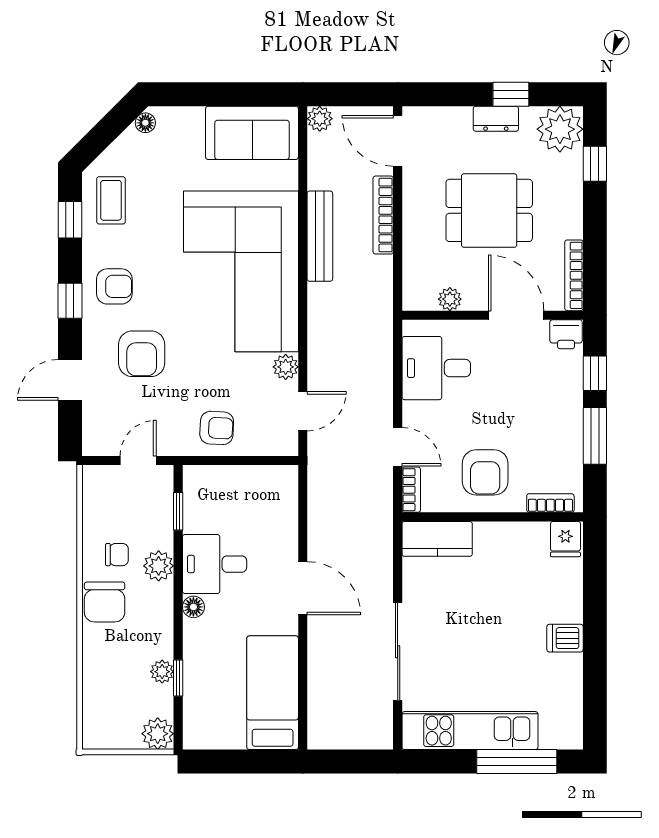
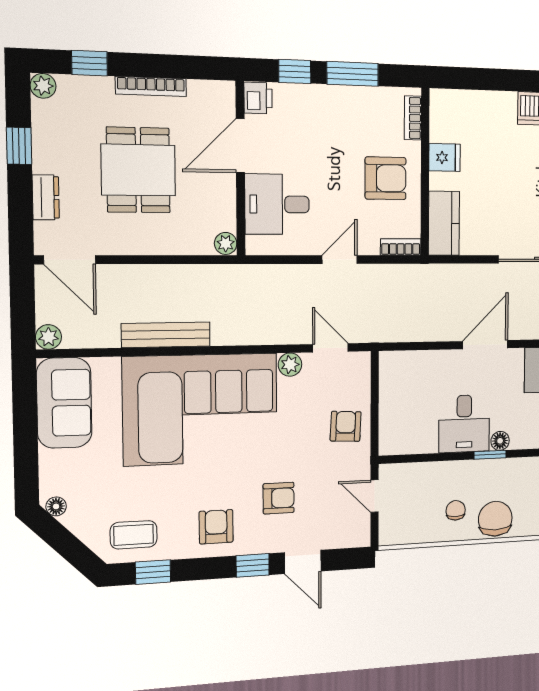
dresser: (496, 119) -> (46, 197), moved
plant: (560, 129) -> (43, 86), width x0.53, depth x0.53
door: (398, 141) -> (70, 260), hinge flipped
bookcase: (383, 215) -> (144, 274), removed
bookcase: (574, 275) -> (151, 86), moved
plant: (450, 299) -> (226, 243), moved
window: (70, 301) -> (253, 565), moved
armchair: (142, 354) -> (279, 498), width x0.72, depth x0.72
desk: (436, 368) -> (277, 204), moved, turned 90
door: (398, 447) -> (340, 260), moved
window: (178, 511) -> (490, 455), moved
fridge: (565, 539) -> (444, 157), moved
plant: (159, 566) -> (465, 473), removed
chair: (105, 602) -> (495, 519), turned -90

